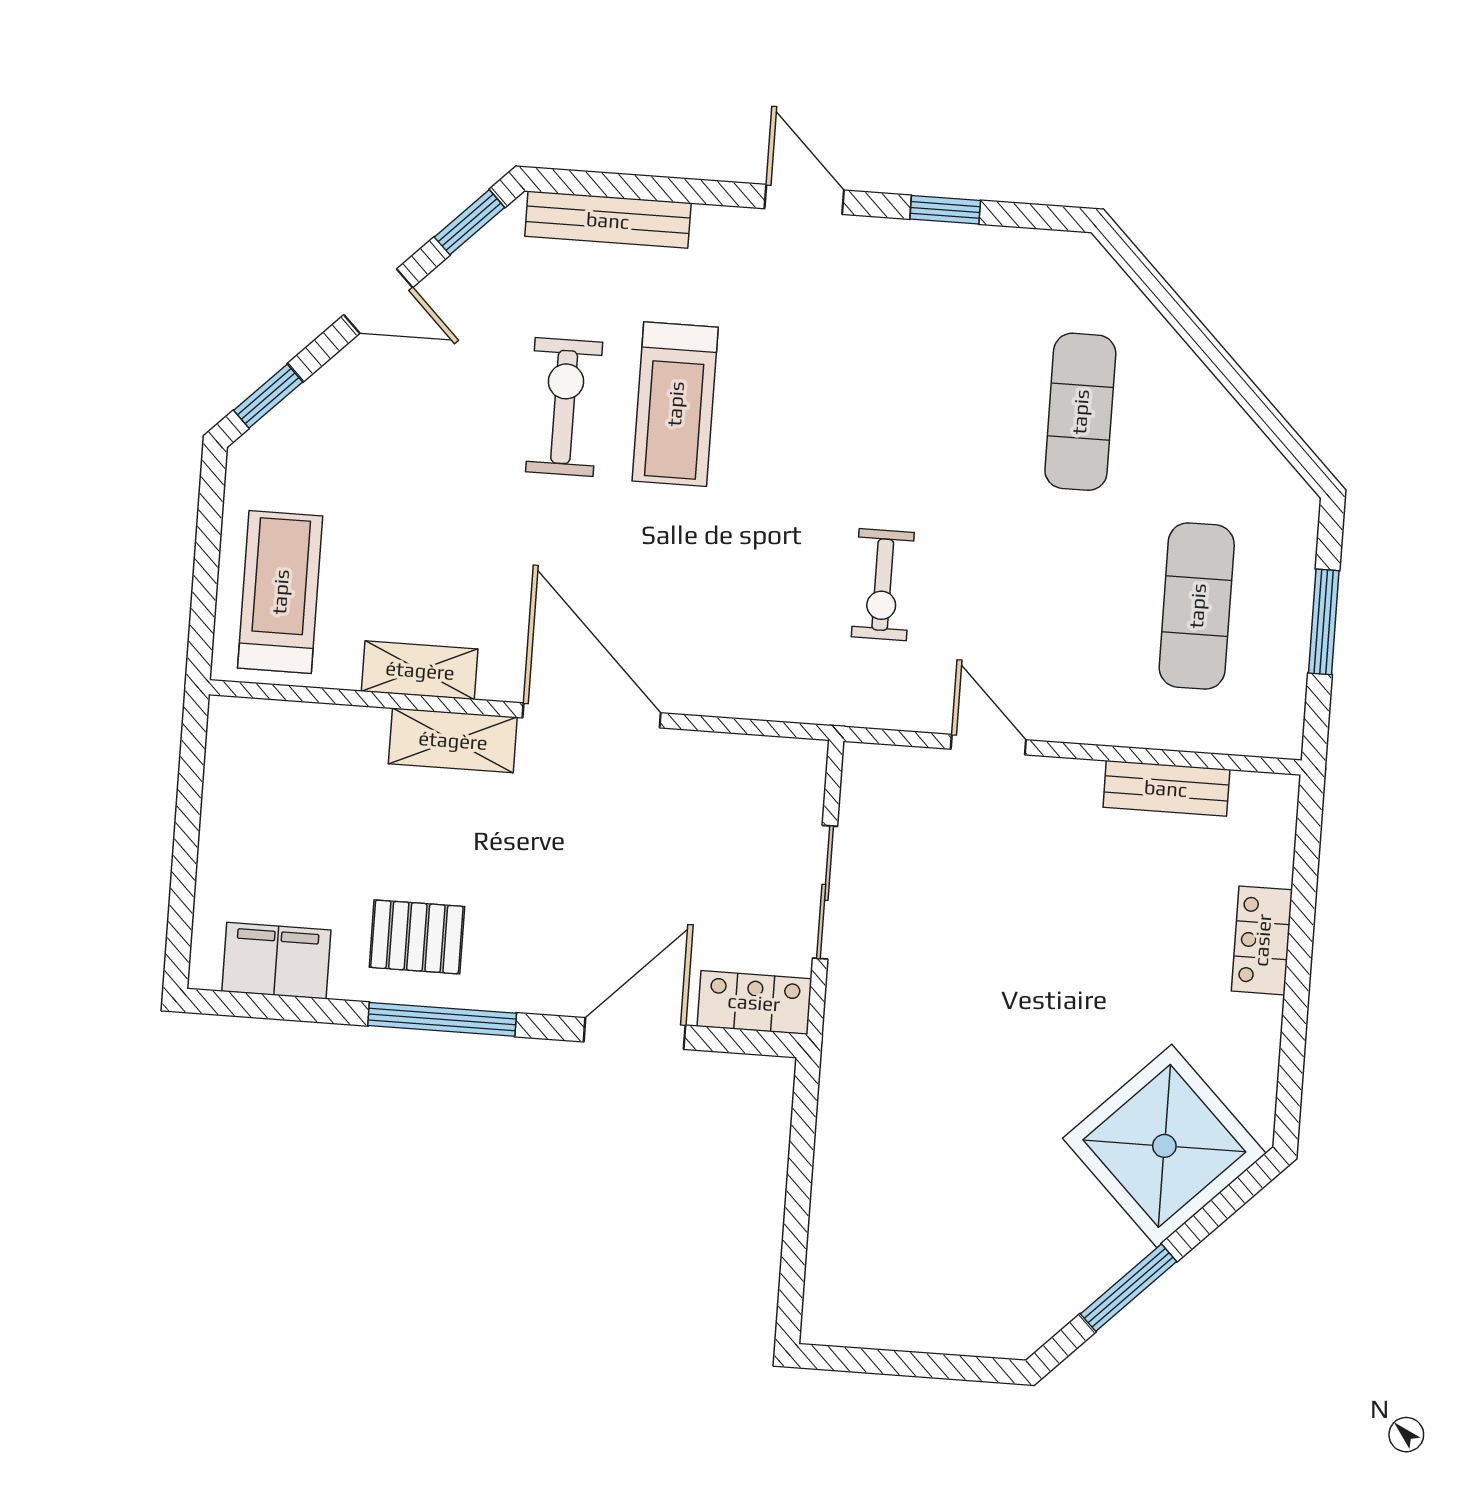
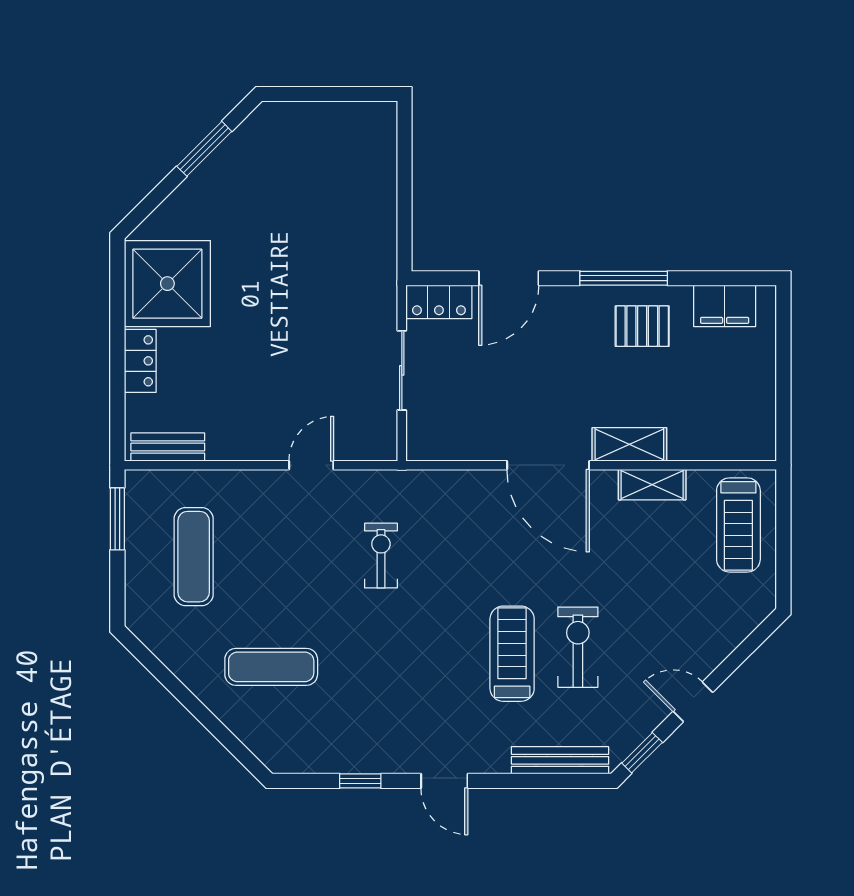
window: (268, 396) -> (754, 641), removed
exercise bike: (564, 407) -> (578, 647), turned 180
exercise mat: (1080, 412) -> (271, 667), turned 90
window: (1324, 622) -> (117, 519), moved
door: (988, 745) -> (311, 465), swing flipped
bench: (1166, 788) -> (168, 447), moved
shower: (1164, 1146) -> (167, 284), moved, turned 45

